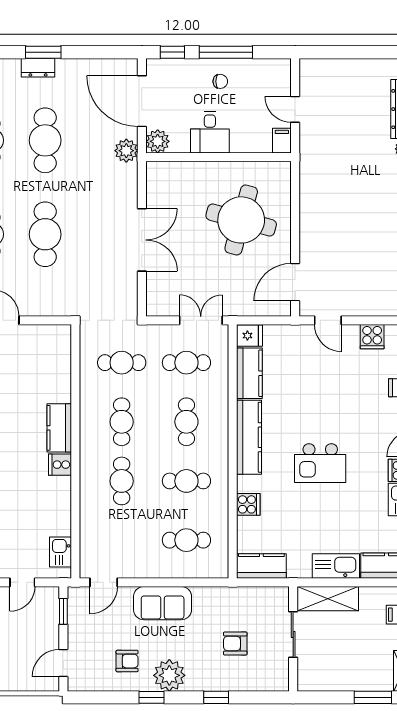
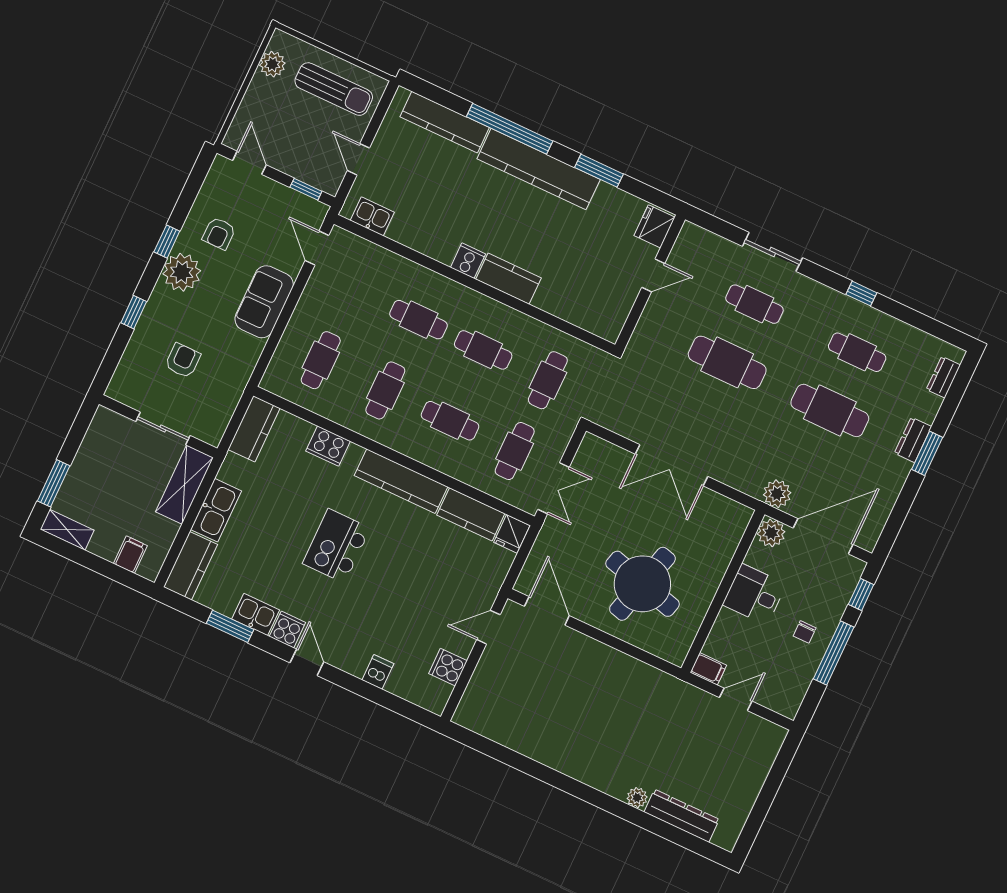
cooker: (248, 504) -> (328, 446), width x1.36

